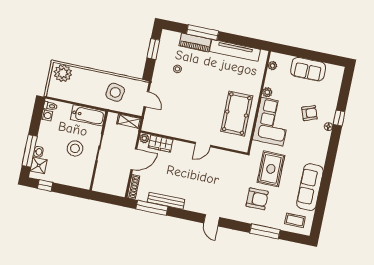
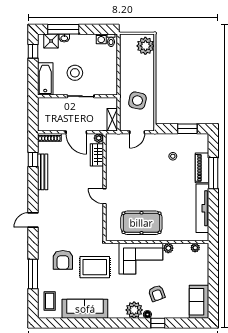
sofa: (308, 69) -> (199, 302), moved
bathtub: (88, 115) -> (45, 79), moved, turned 180
plant: (321, 139) -> (134, 310), added
window: (152, 208) -> (33, 160), width x0.46

